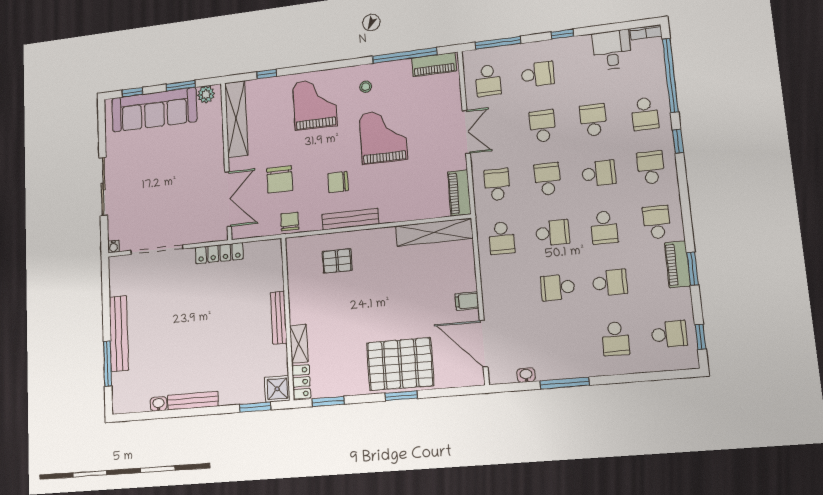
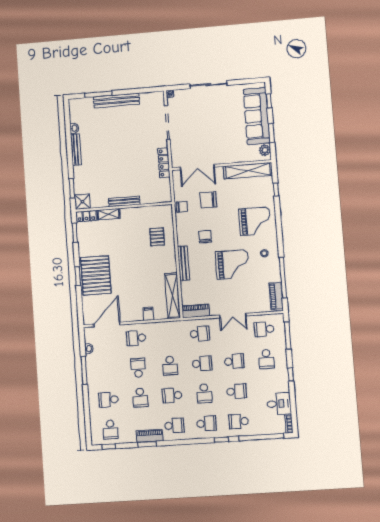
bench: (350, 219) -> (183, 263), moved
school desk: (502, 238) -> (136, 338), moved
filing cabinet: (467, 301) -> (148, 314), moved

